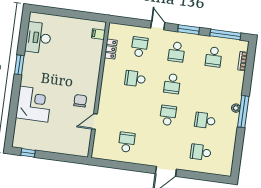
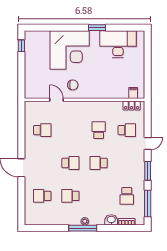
desk: (38, 38) -> (118, 44), width x1.36, depth x1.30
locker: (111, 49) -> (132, 106), moved
school desk: (177, 52) -> (127, 163), removed
school desk: (214, 57) -> (127, 196), turned -90
washbasin: (238, 78) -> (111, 220), added
corner desk: (34, 104) -> (70, 50), width x1.36, depth x1.36
school desk: (205, 120) -> (70, 196), turned -90
school desk: (201, 152) -> (42, 196), turned -90

